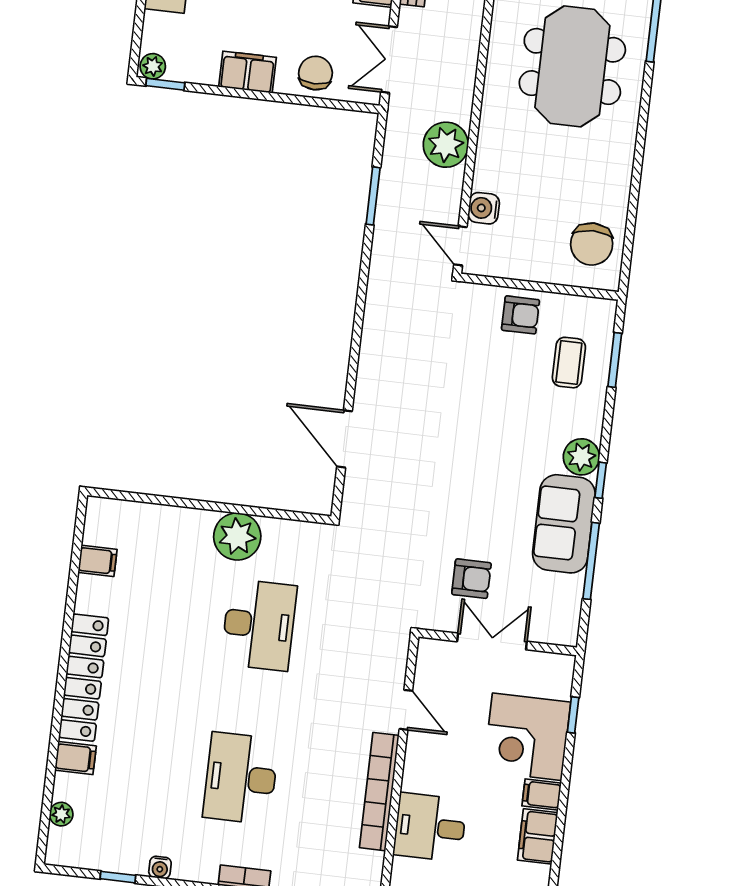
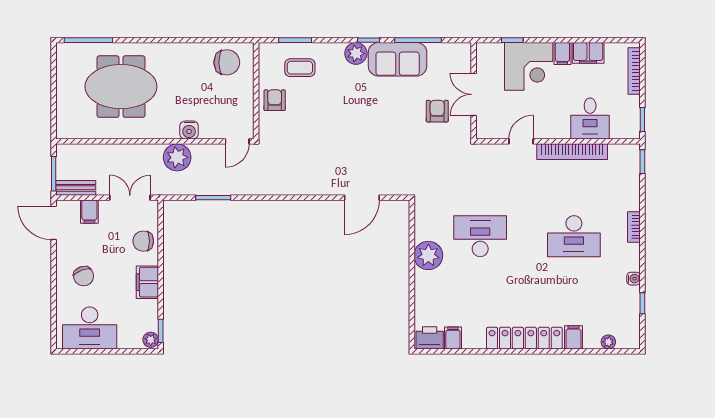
double door: (389, 59) -> (130, 198), swing flipped
water cooler: (484, 208) -> (189, 130), moved
printer: (102, 523) -> (430, 338), added

